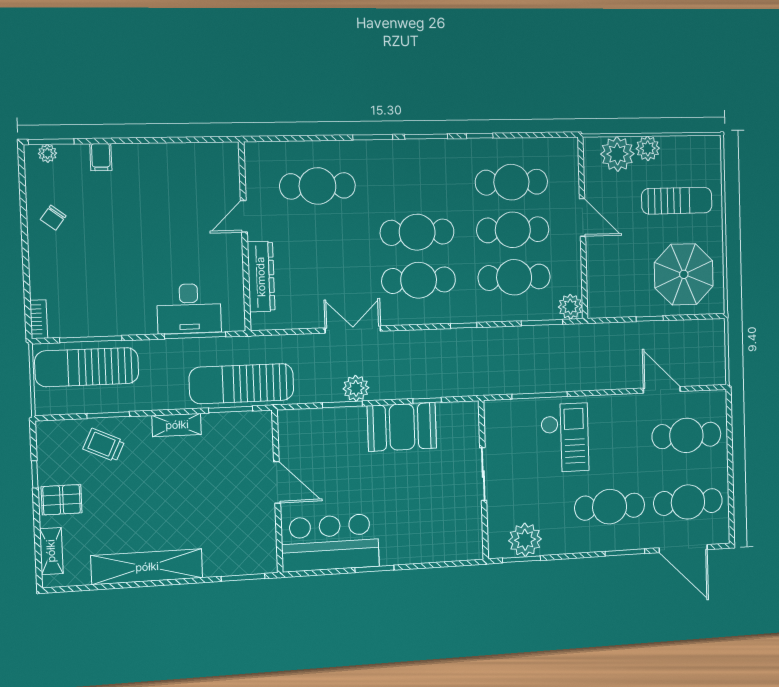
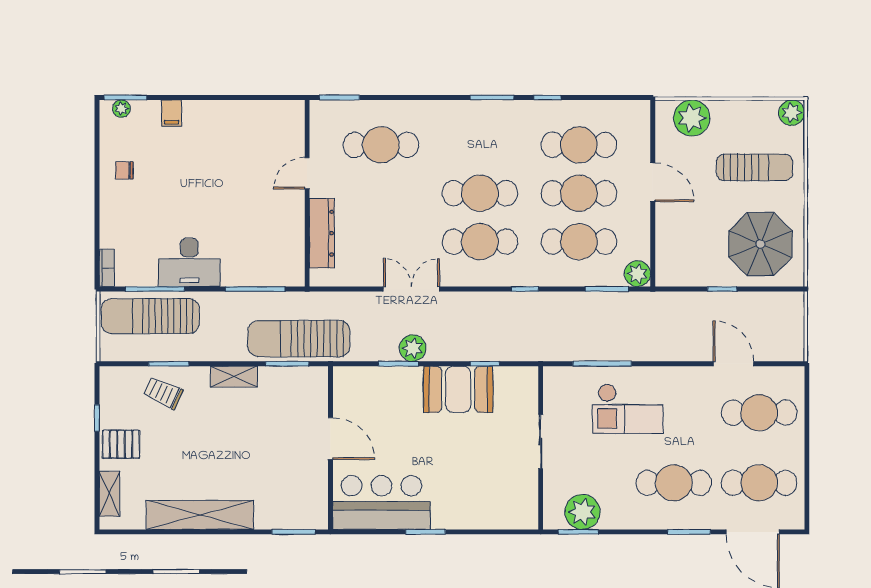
window: (373, 137) -> (339, 97), moved
plant: (648, 148) -> (792, 113), moved
chair: (53, 218) -> (124, 170), turned 53
desk: (189, 309) -> (189, 262), moved
checkout: (565, 438) -> (628, 409), turned 90

